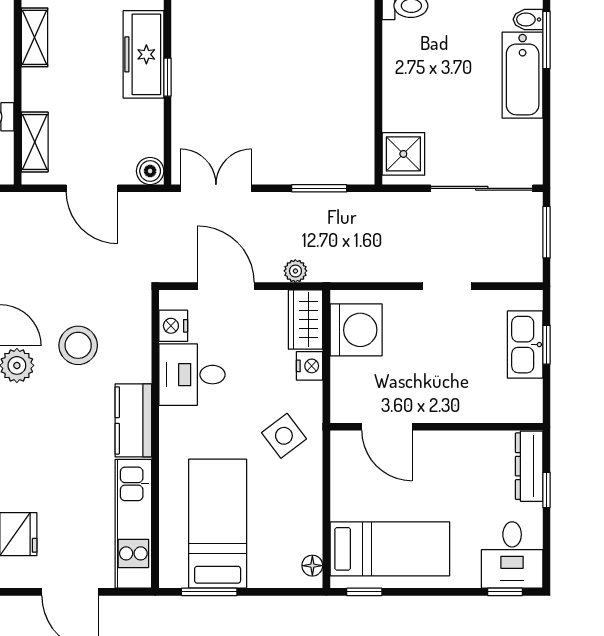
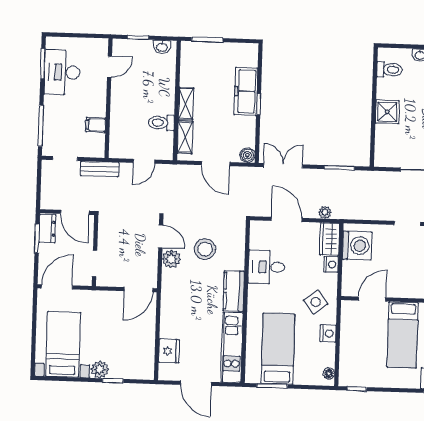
shelving: (34, 37) -> (186, 104), moved
shower: (403, 154) -> (387, 112), moved
nightstand: (173, 326) -> (328, 333), moved, turned 180
door: (387, 427) -> (372, 299), swing flipped
bed: (390, 549) -> (403, 335), moved, turned 90

